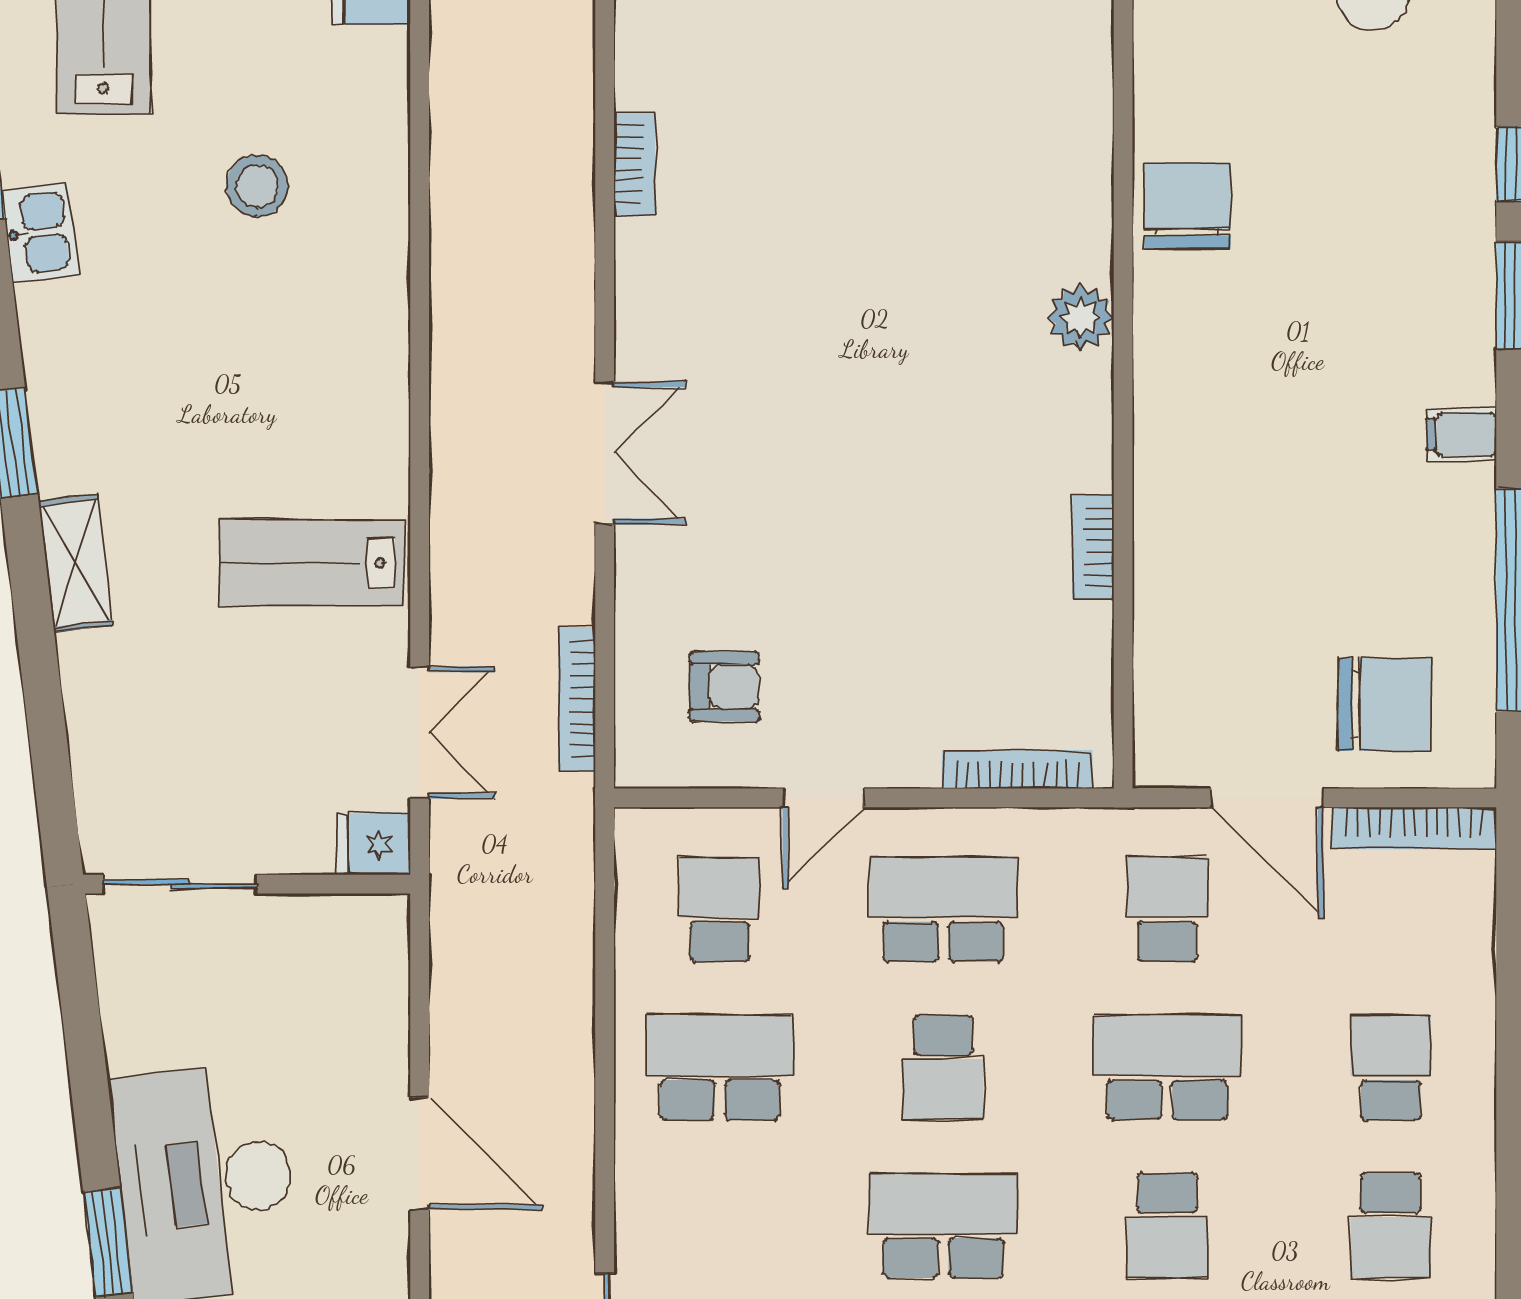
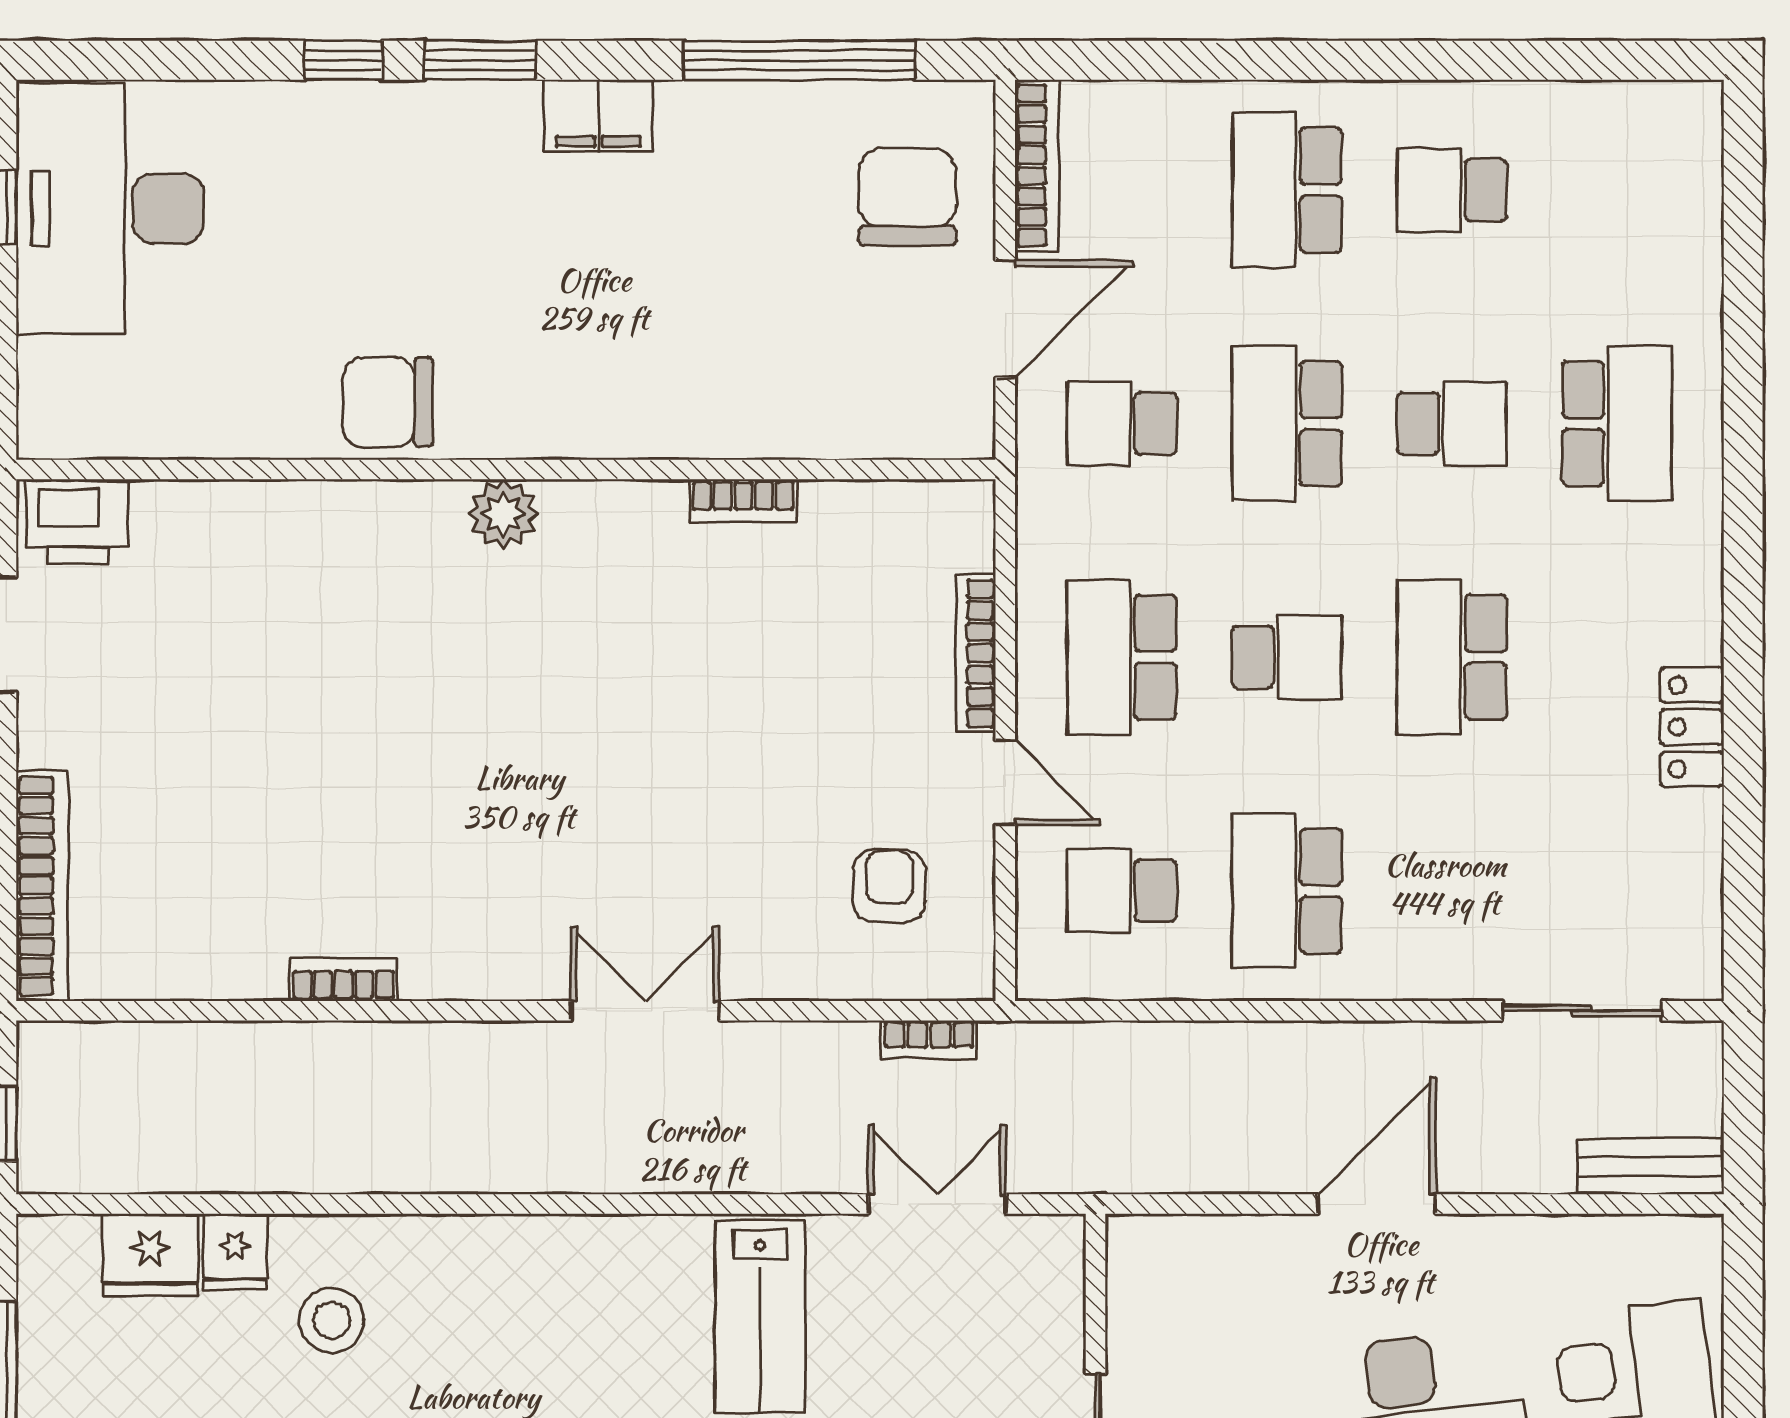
stool: (257, 186) -> (332, 1320), moved
filing cabinet: (1462, 434) -> (598, 116), width x2.00
bookcase: (577, 699) -> (929, 1040), width x0.64
bookcase: (1017, 769) -> (976, 653), moved
fridge: (374, 844) -> (235, 1252), moved
school desk: (1391, 1067) -> (1287, 190), width x1.85
school desk: (1391, 1226) -> (1452, 190), turned 180

